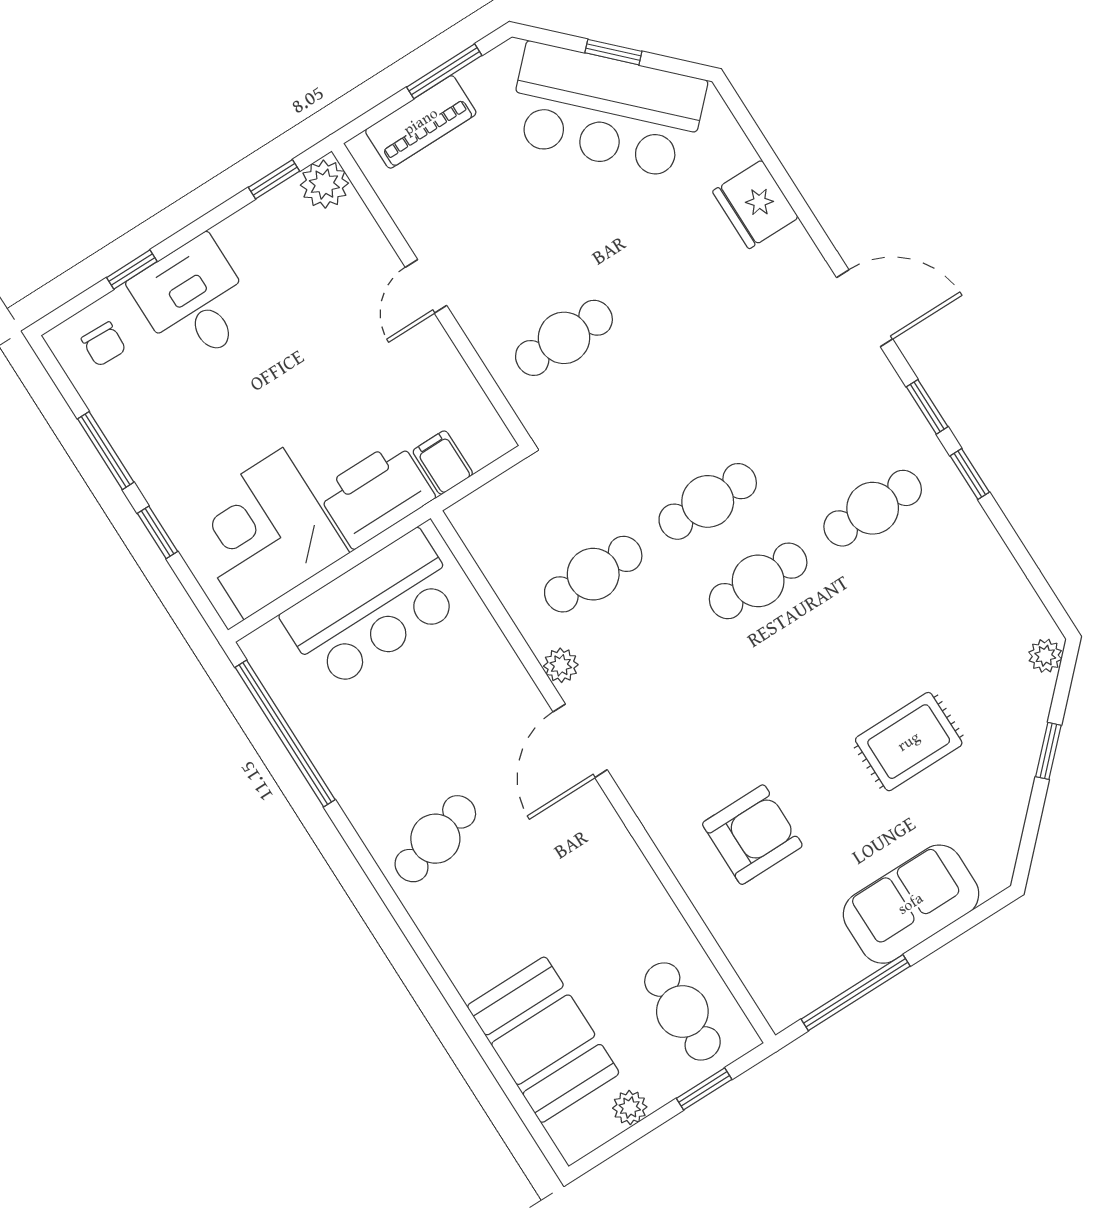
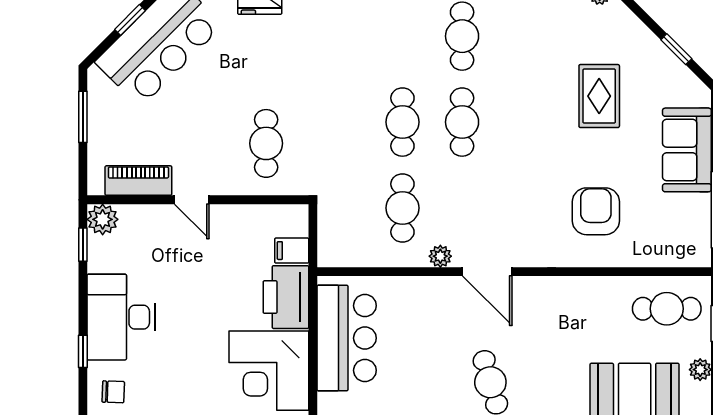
piano: (421, 122) -> (138, 181), moved, turned -90
desk: (194, 301) -> (121, 317), width x1.37
window: (1048, 751) -> (676, 49), moved

